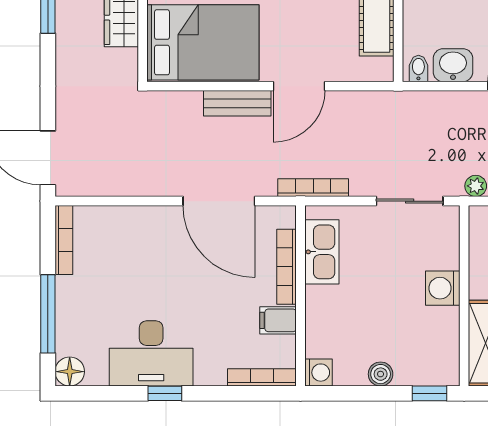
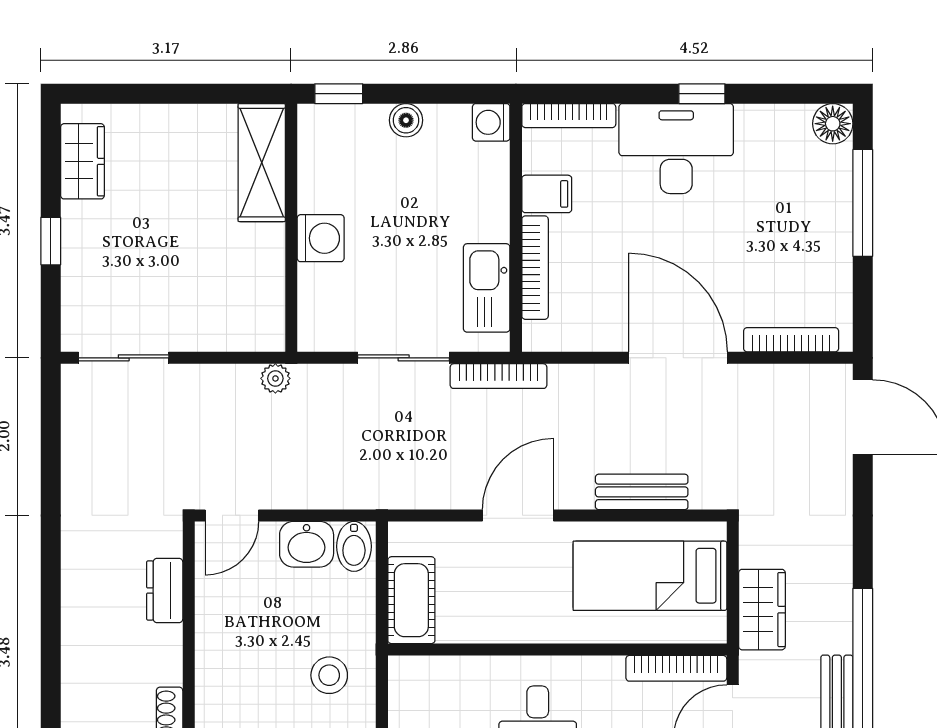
bed: (203, 42) -> (650, 576), width x0.67
bidet: (418, 68) -> (354, 546), width x1.38, depth x1.36
bench: (237, 103) -> (642, 492), moved
door: (219, 201) -> (678, 358), moved
sliding door: (410, 201) -> (404, 358), moved
bookcase: (64, 240) -> (791, 340), moved, turned 90
desk: (151, 353) -> (676, 149), moved

